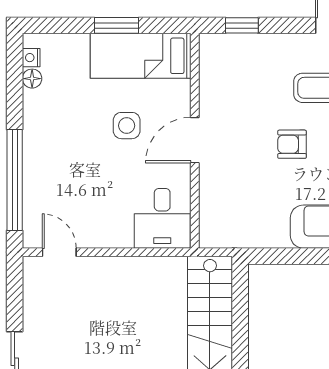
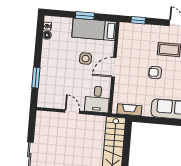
window: (15, 180) -> (36, 78), width x0.47
fireplace: (239, 236) -> (129, 110), added
door: (59, 252) -> (72, 112), moved

